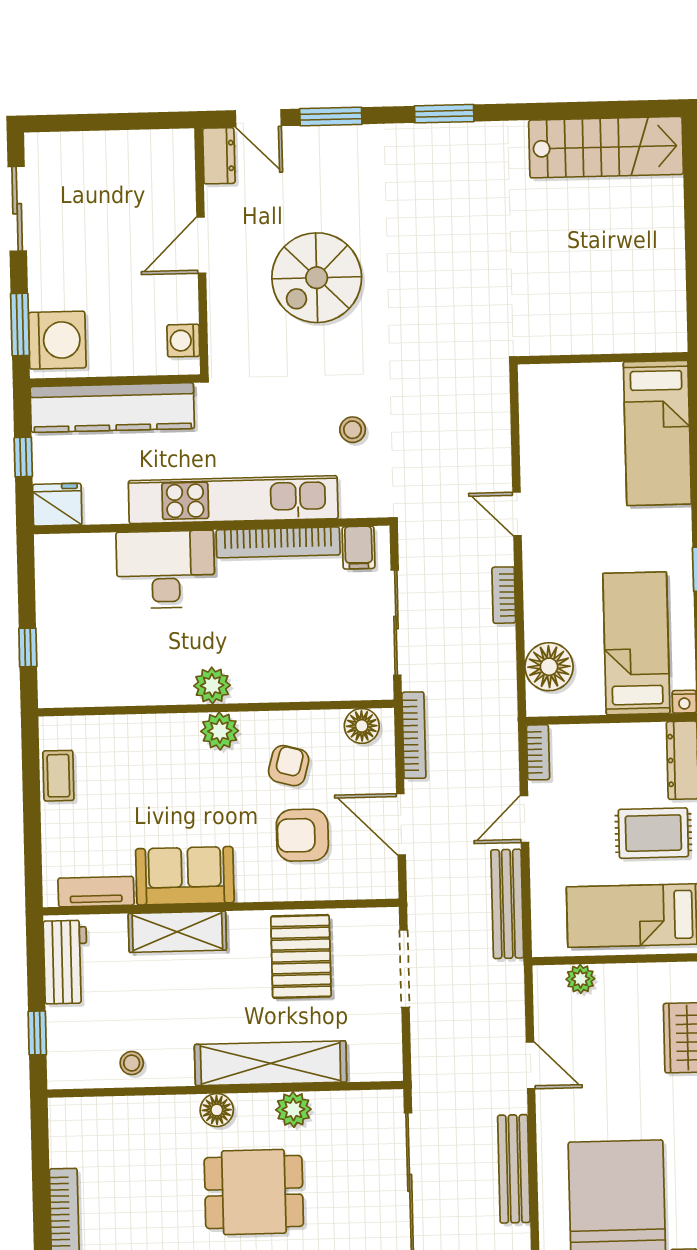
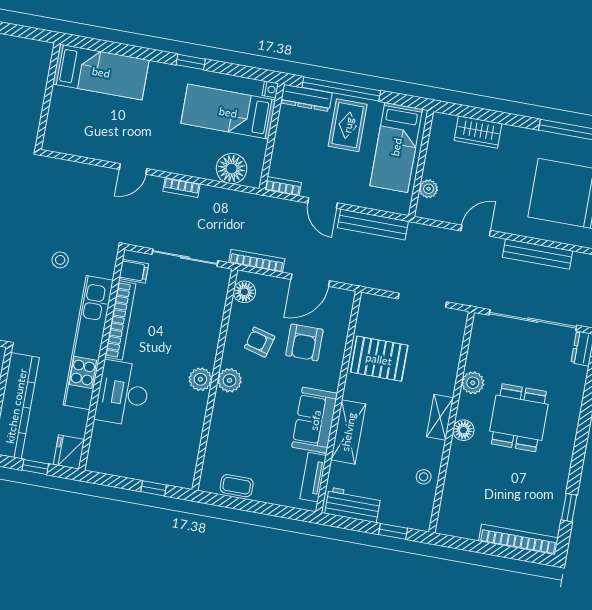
doorway: (404, 969) -> (422, 300), moved
shelving: (271, 1063) -> (440, 417), width x0.45, depth x0.75

